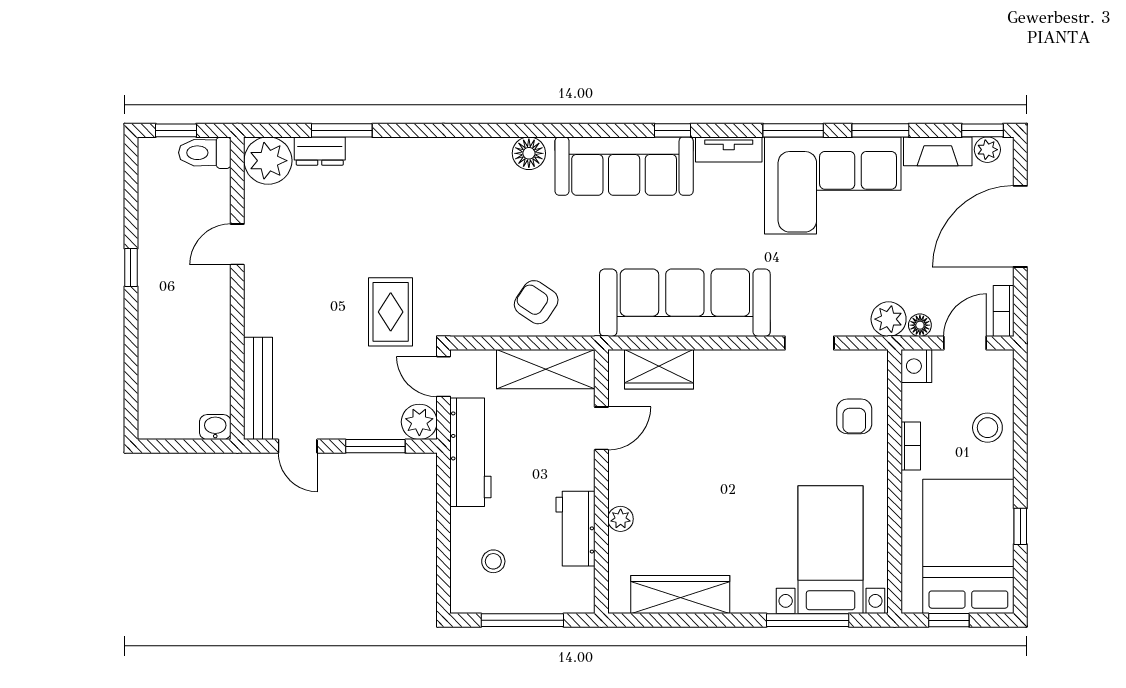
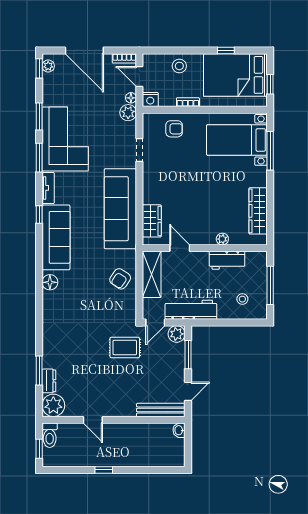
fireplace: (938, 151) -> (49, 89), removed

